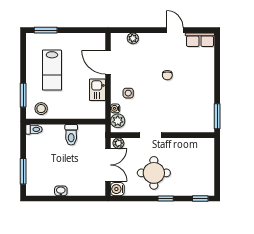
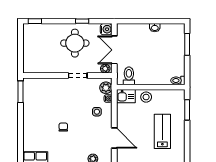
kitchen sink: (97, 90) -> (126, 96), moved, turned 90
stool: (41, 109) -> (146, 97), moved
toilet: (71, 135) -> (129, 76), moved
window: (166, 198) -> (82, 21), moved

